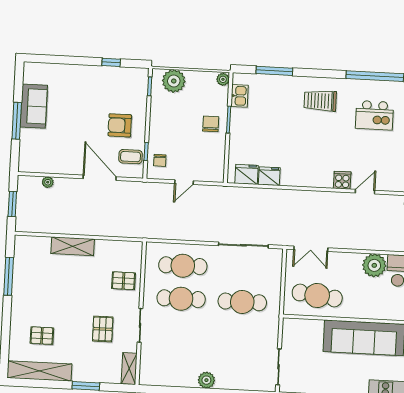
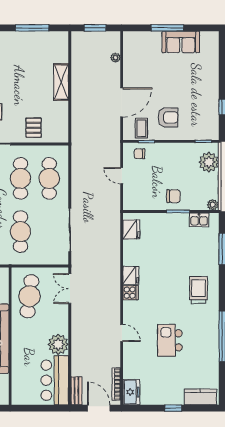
kitchen island: (374, 115) -> (170, 340), moved
armchair: (120, 125) -> (168, 117), turned 90
fridge: (269, 176) -> (131, 275), moved
cooker: (342, 180) -> (131, 293), moved

